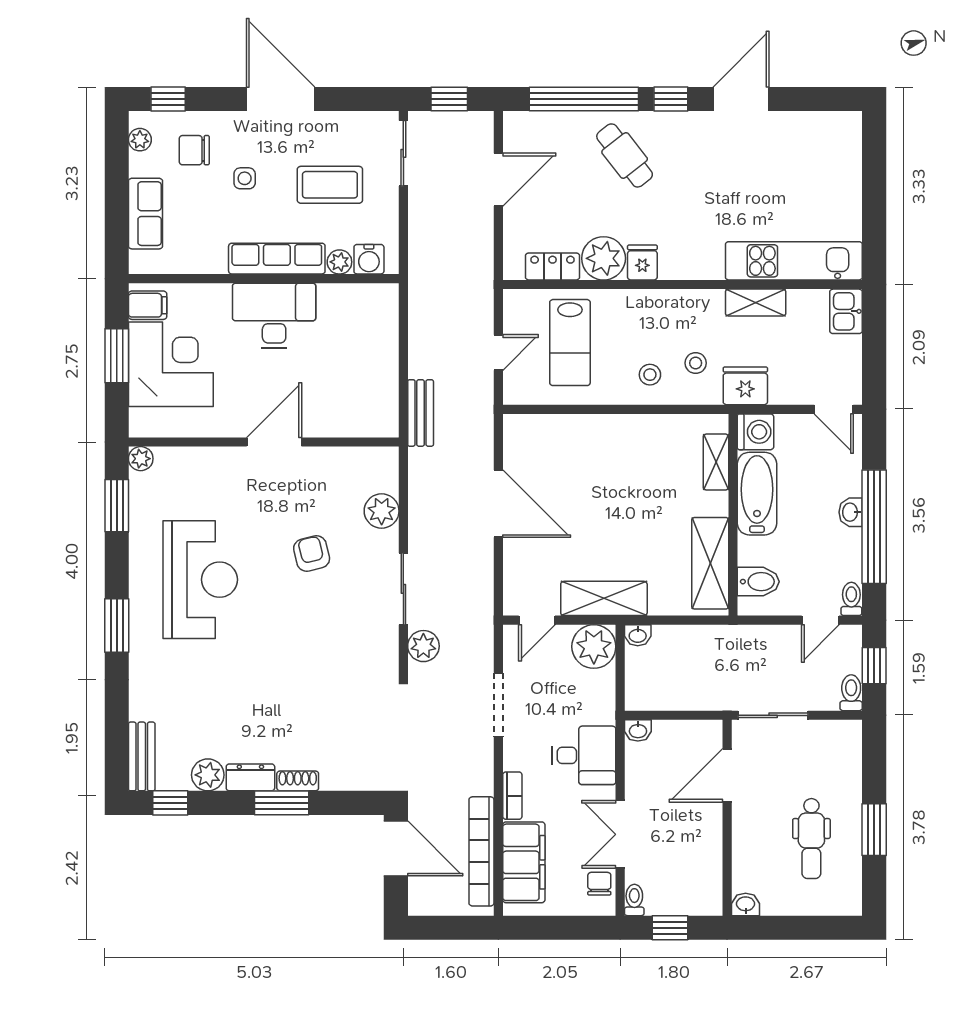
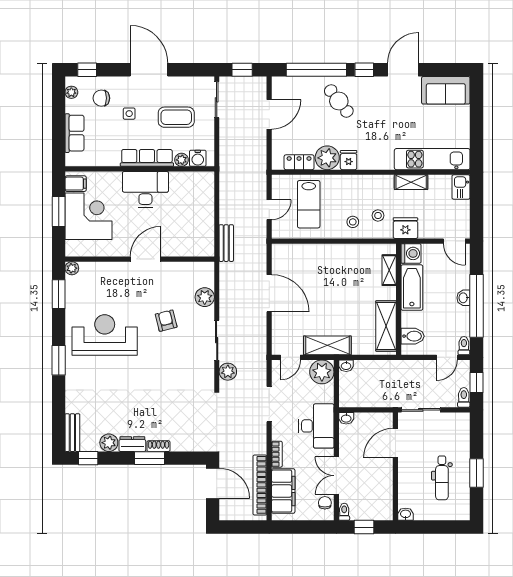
sofa: (819, 136) -> (446, 90), added
reception desk: (200, 580) -> (105, 335), turned -90
desk: (584, 755) -> (316, 426), width x1.37

